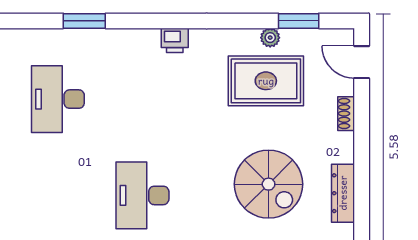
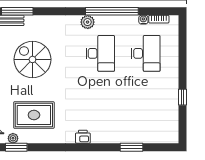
plant: (270, 38) -> (13, 138), moved
desk: (58, 99) -> (146, 53), moved

